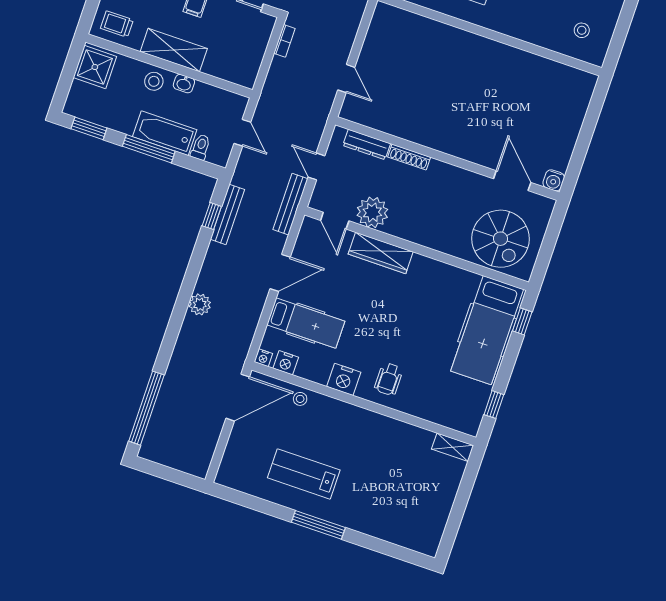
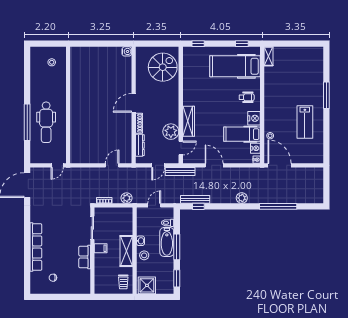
plant: (274, 85) -> (127, 198), added
door: (512, 181) -> (134, 103), moved
hospital bed: (306, 323) -> (242, 134), moved, turned -90
hospital bed: (487, 330) -> (235, 66), moved, turned 180
window: (147, 408) -> (278, 206), moved
window: (318, 525) -> (326, 95), moved

